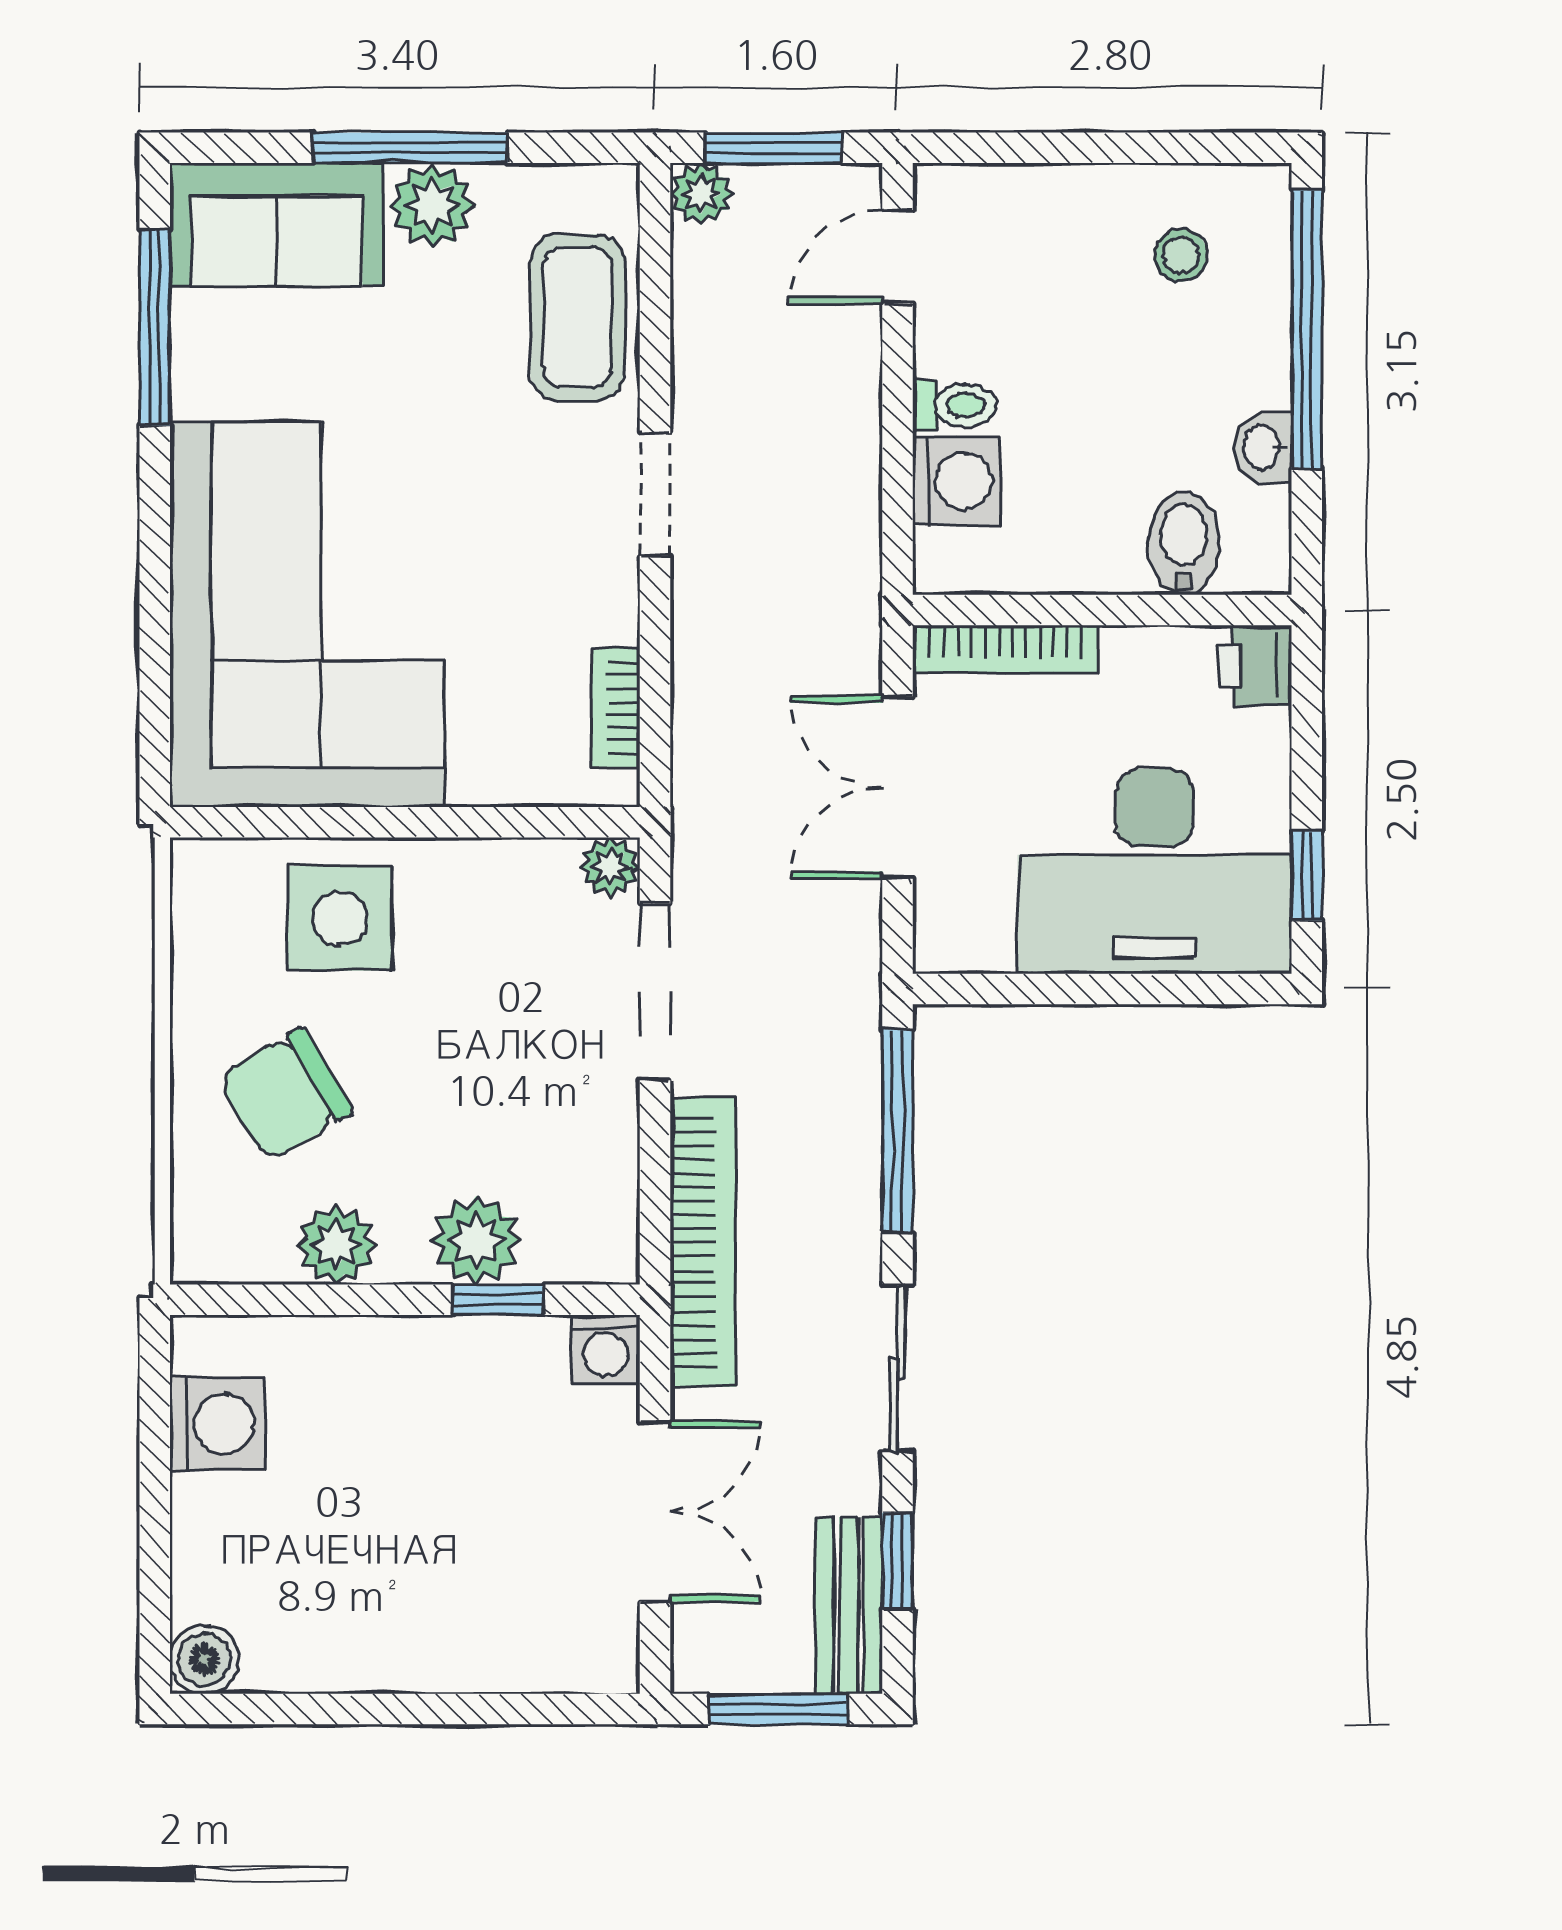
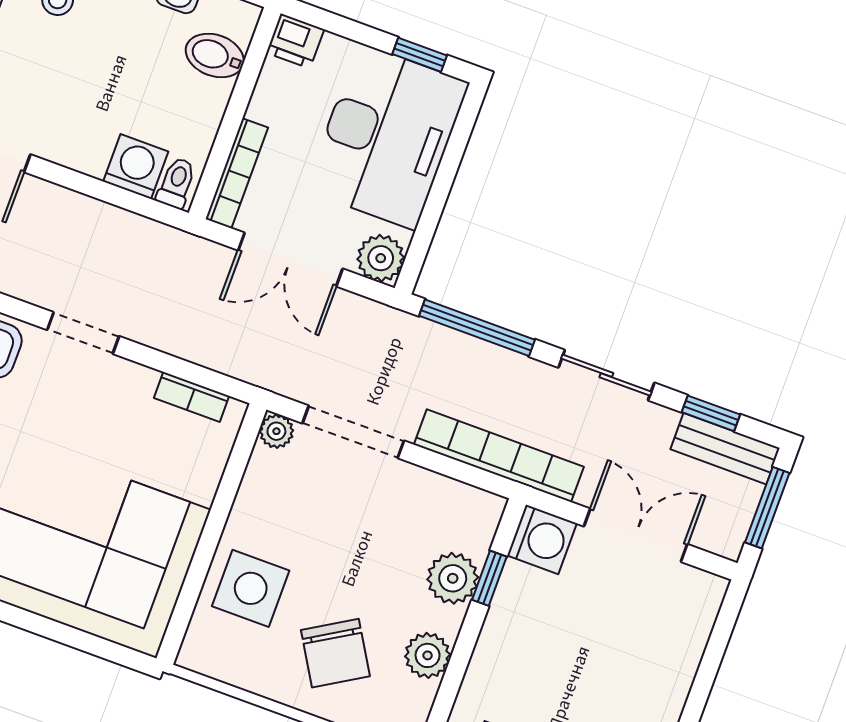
toilet: (954, 406) -> (176, 183), moved
plant: (953, 933) -> (381, 258), added
washing machine: (606, 1349) -> (542, 539), width x1.38, depth x1.38

